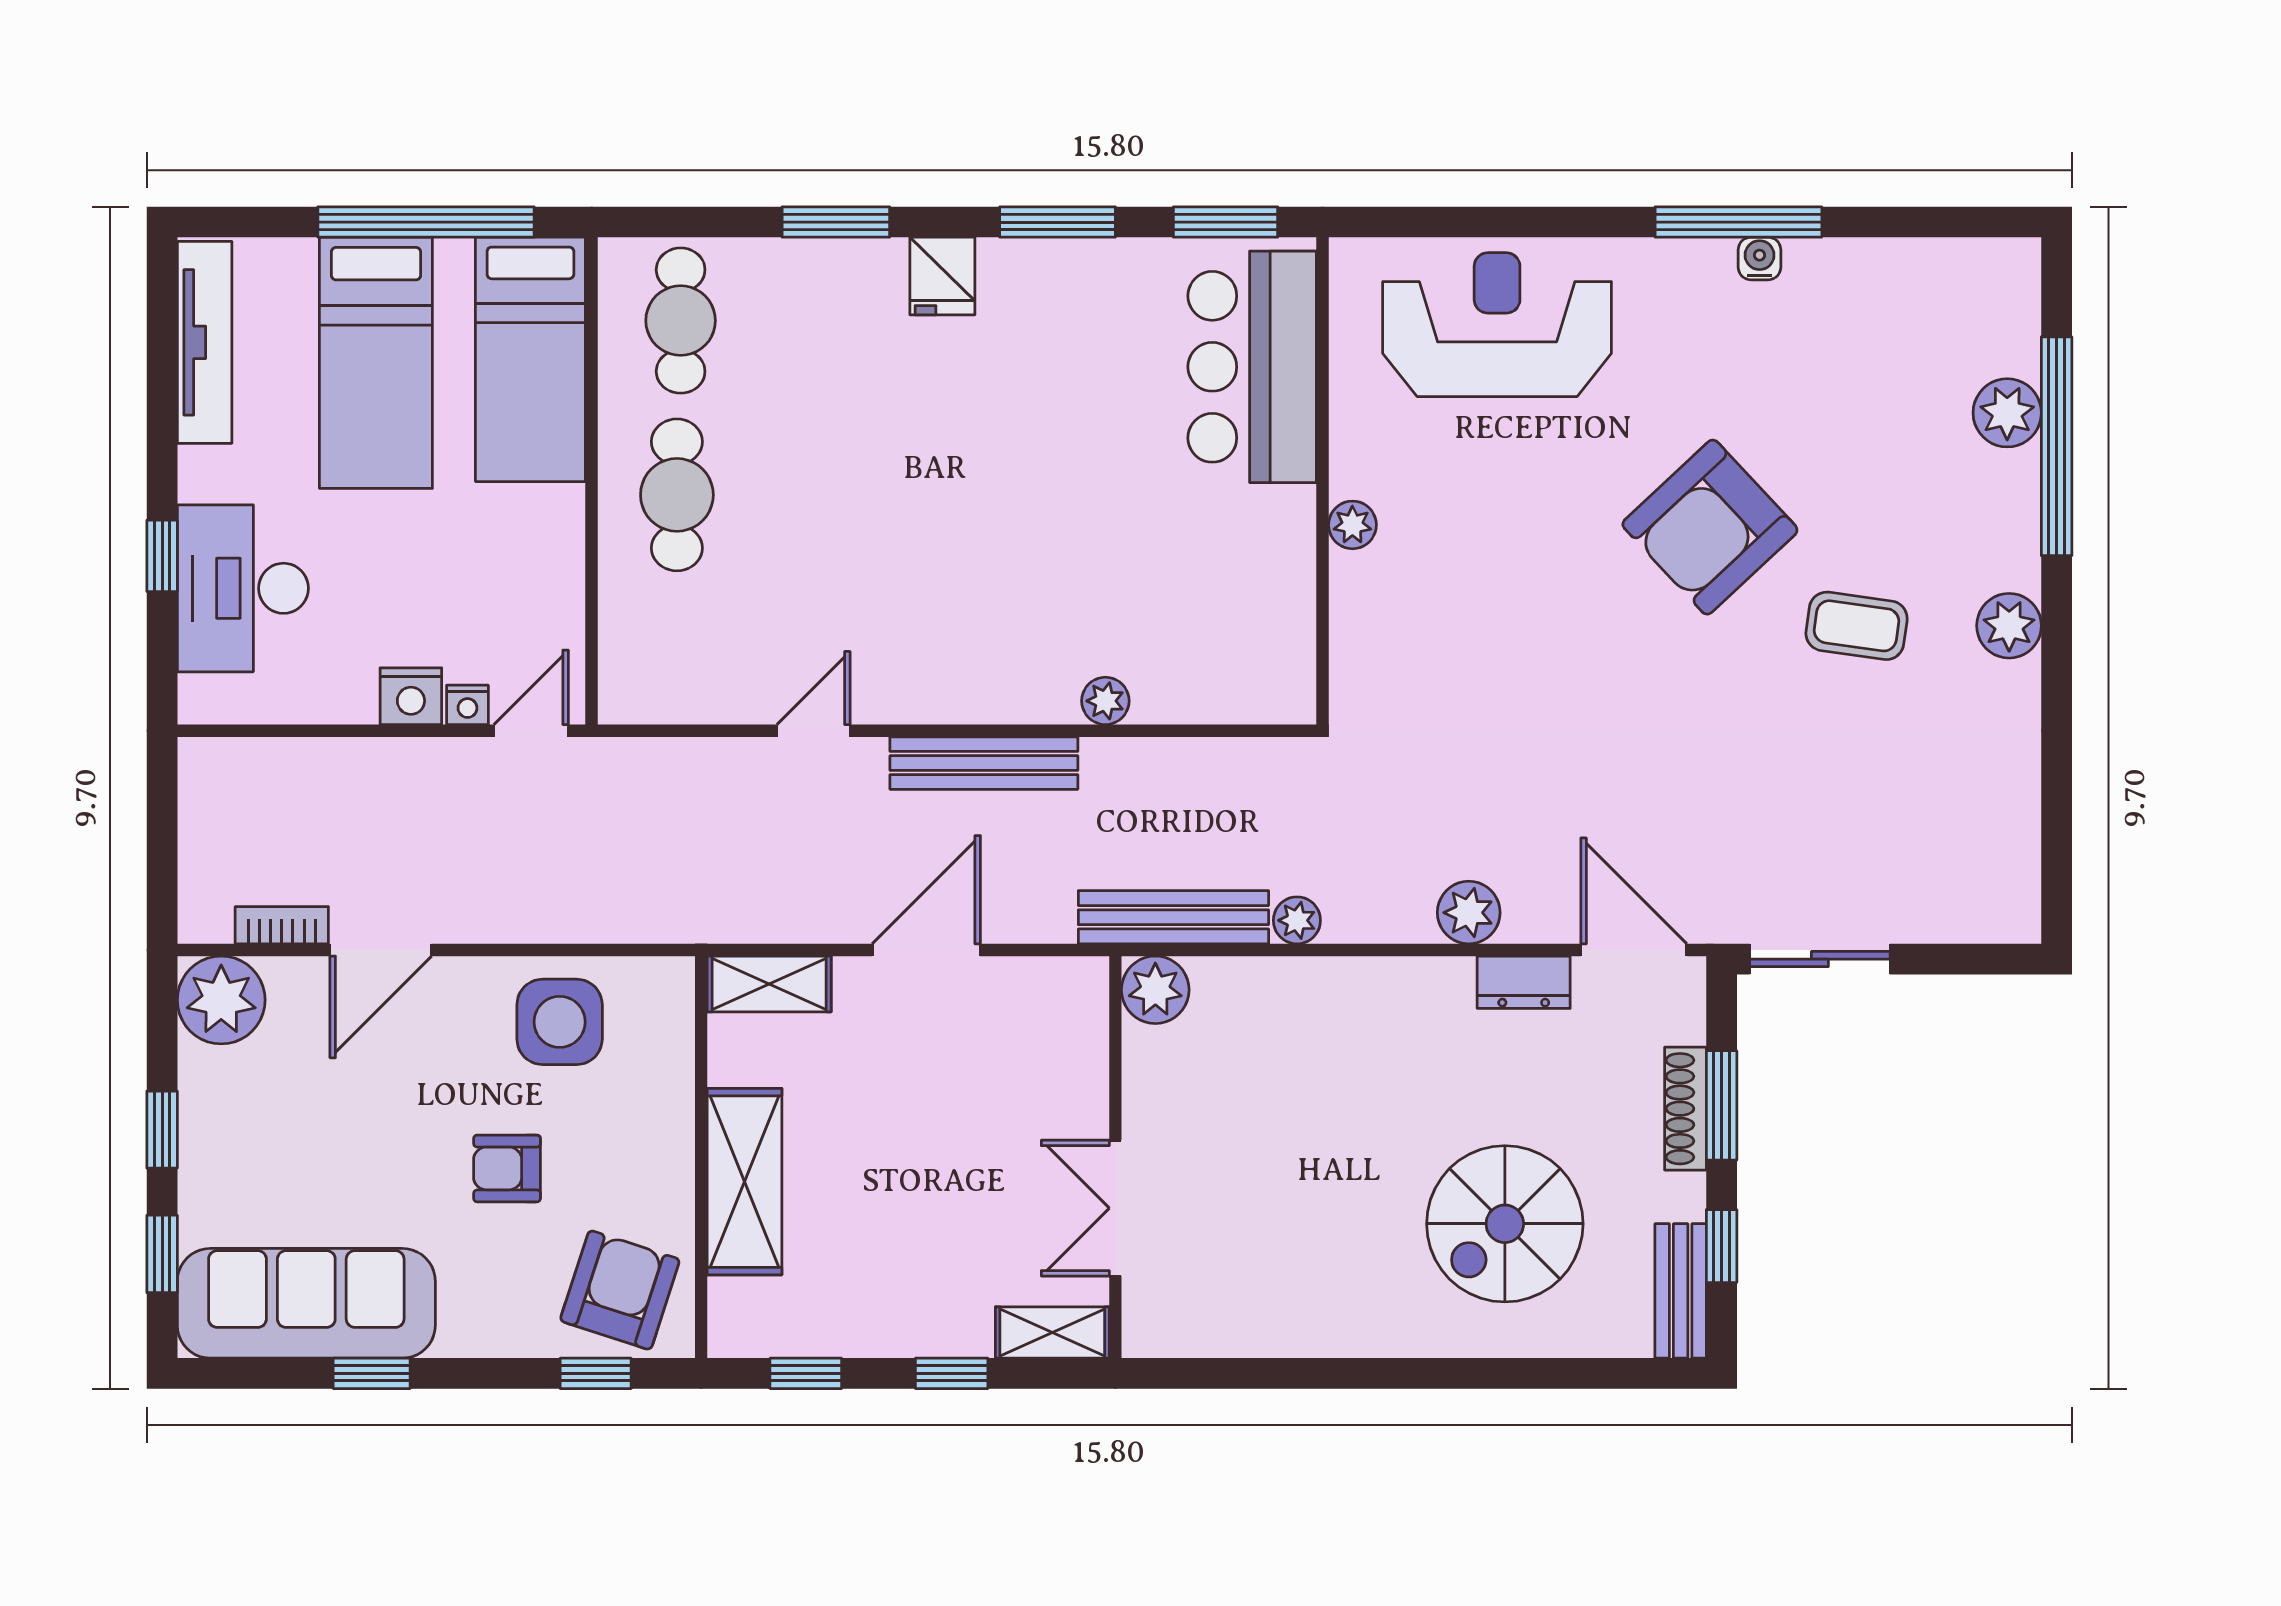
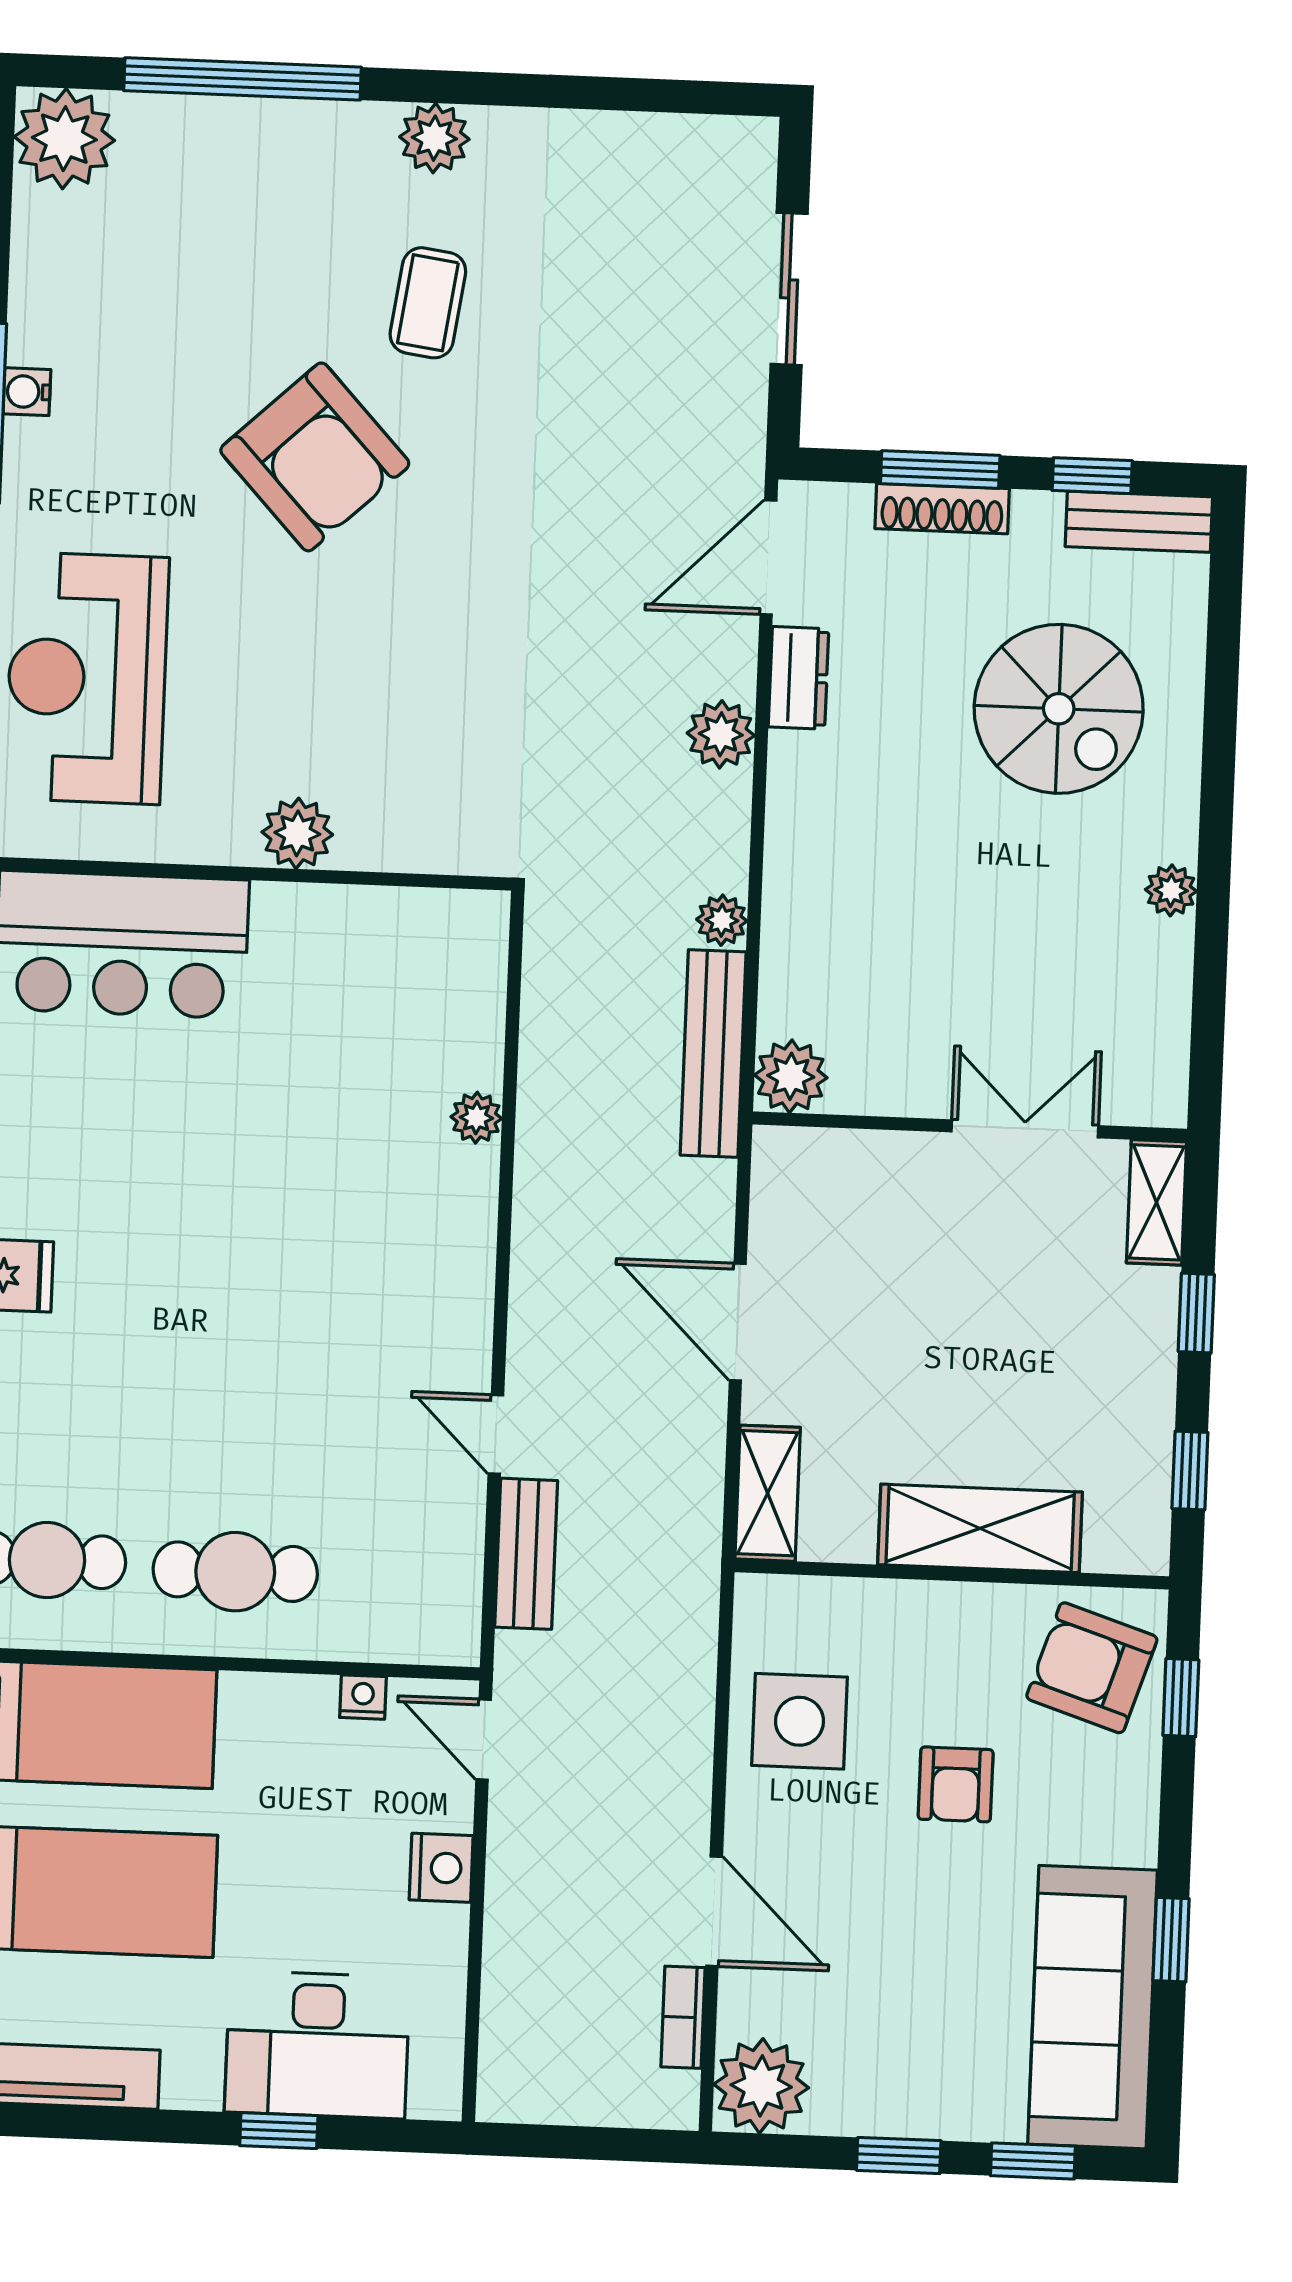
plant: (2007, 413) -> (64, 139), moved, width x1.36, depth x1.36
plant: (1352, 525) -> (297, 833), width x1.38, depth x1.38
nightstand: (467, 705) -> (363, 1697), moved, turned -90
bench: (984, 763) -> (526, 1554), moved, width x0.73
sliding door: (1820, 959) -> (789, 289), moved
double door: (1115, 1208) -> (1025, 1129), swing flipped
plant: (1341, 1334) -> (1171, 890), added

